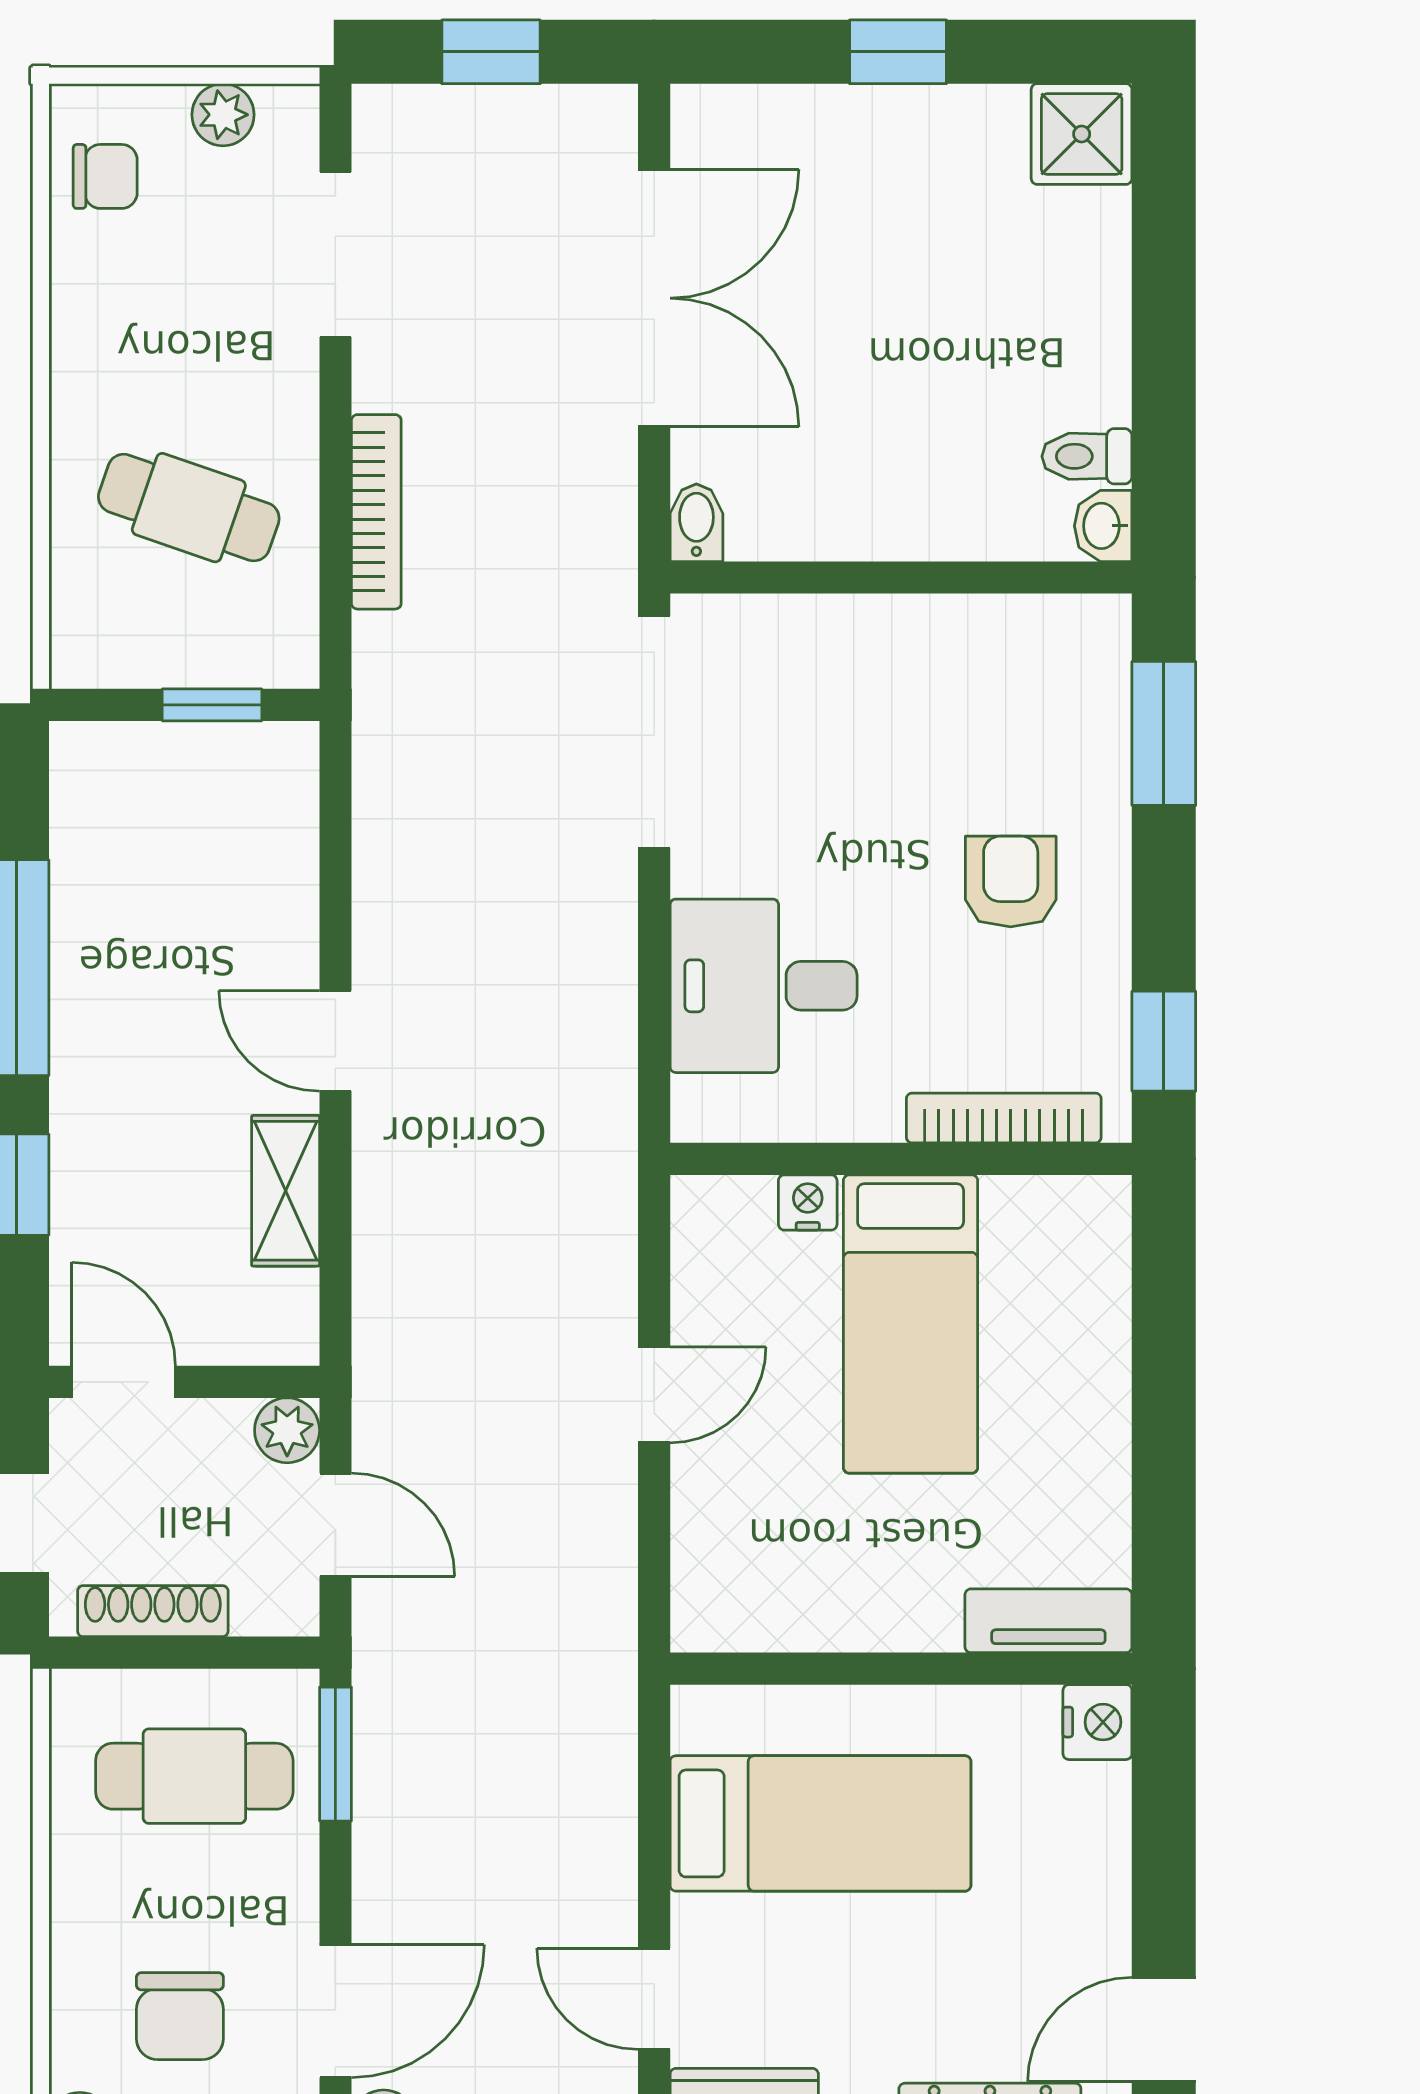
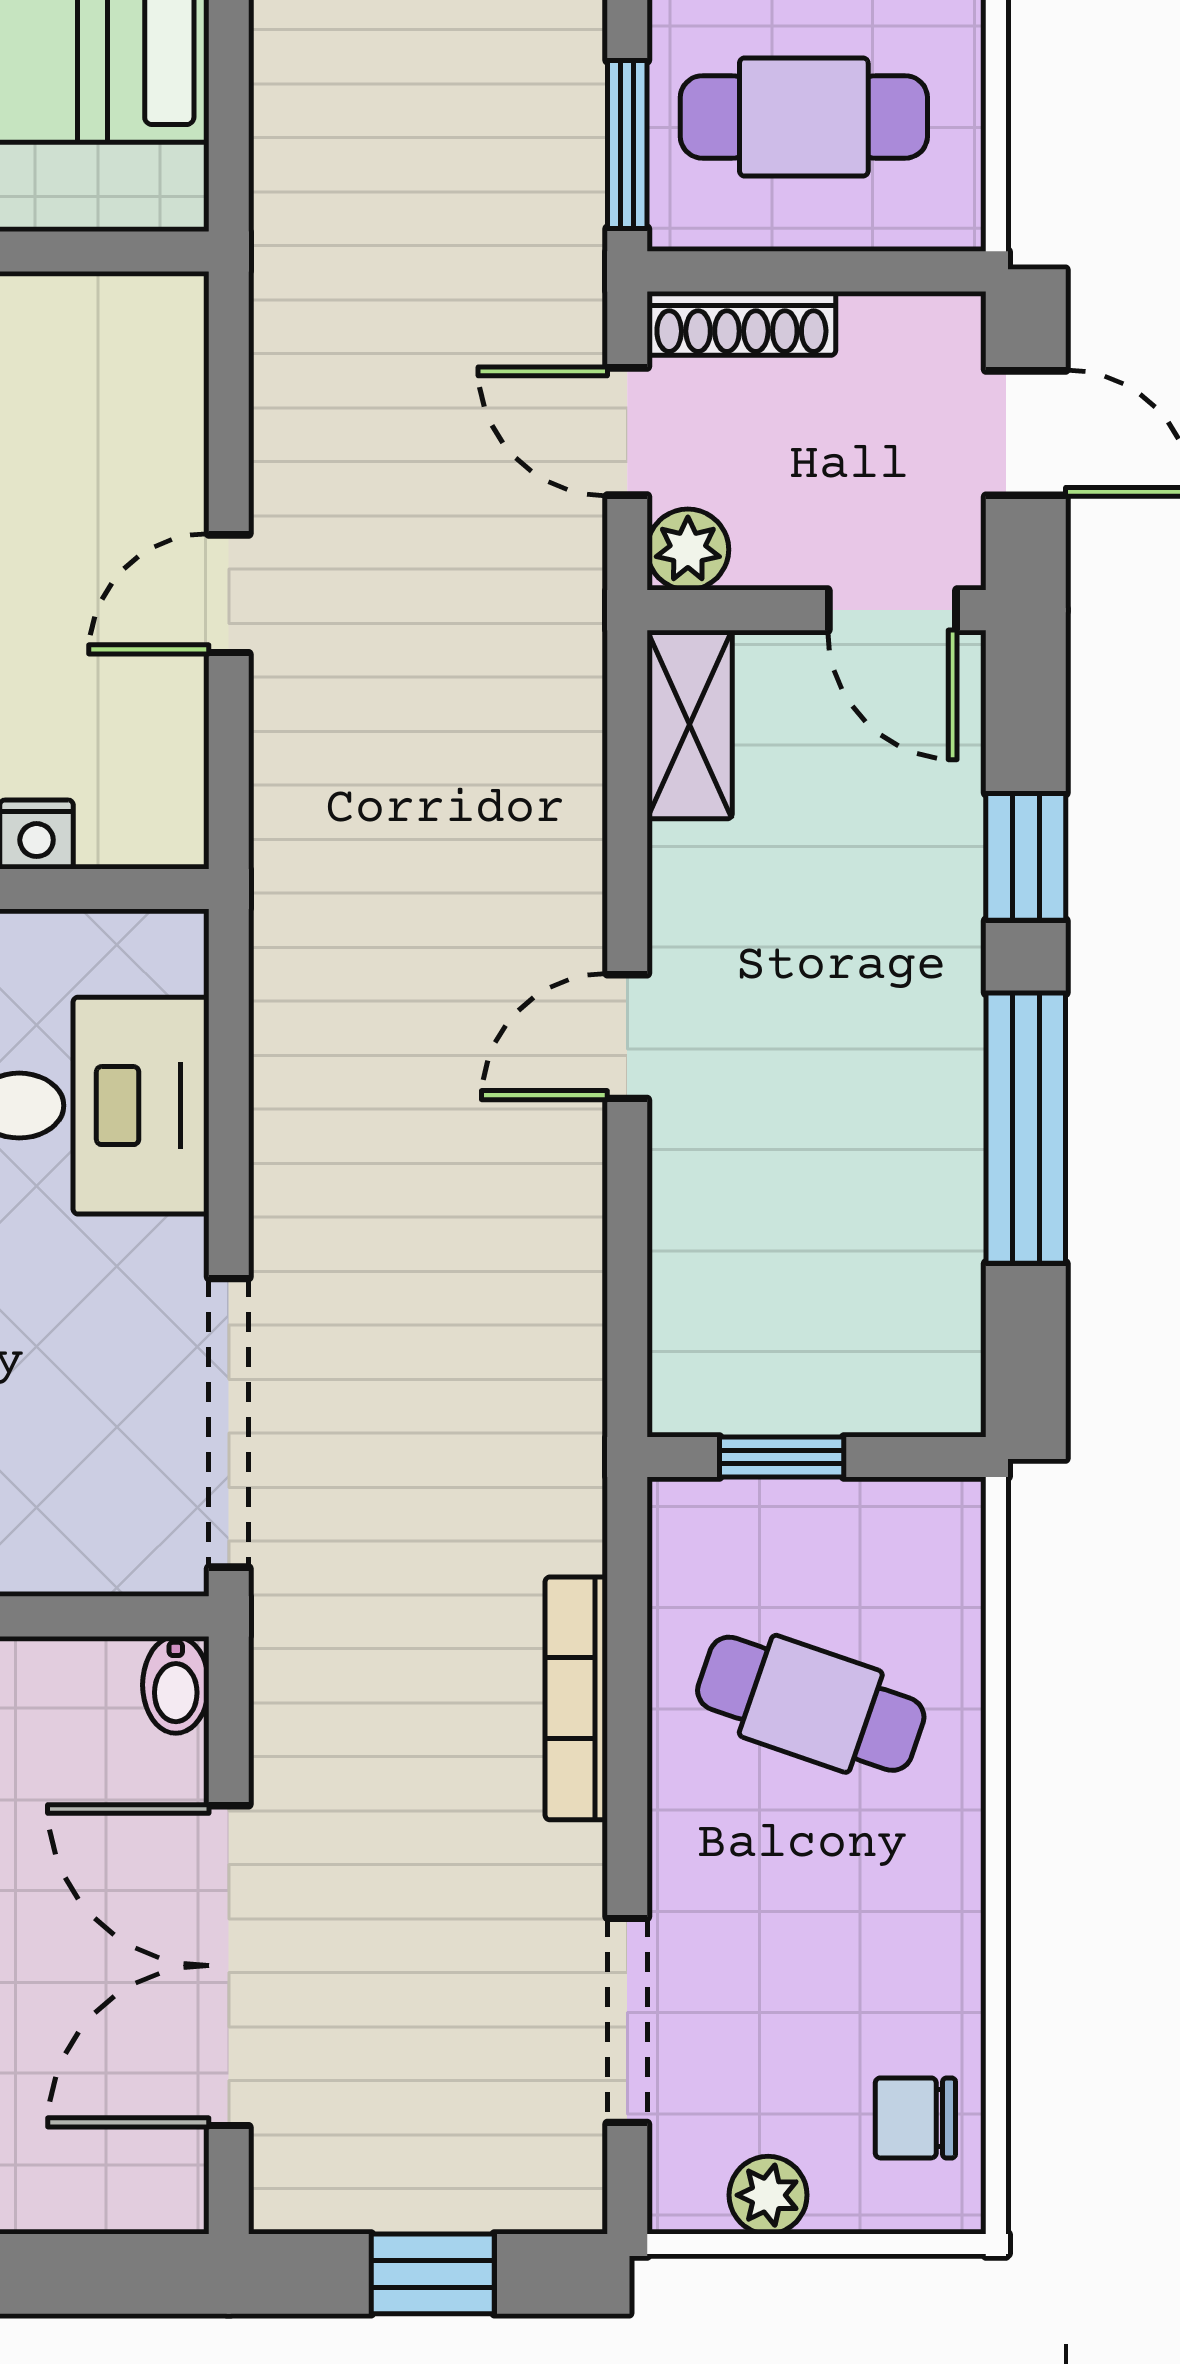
door: (335, 1041) -> (627, 1037), swing flipped
shelving: (286, 1191) -> (690, 724), moved
shoe rack: (153, 1611) -> (741, 323), moved

